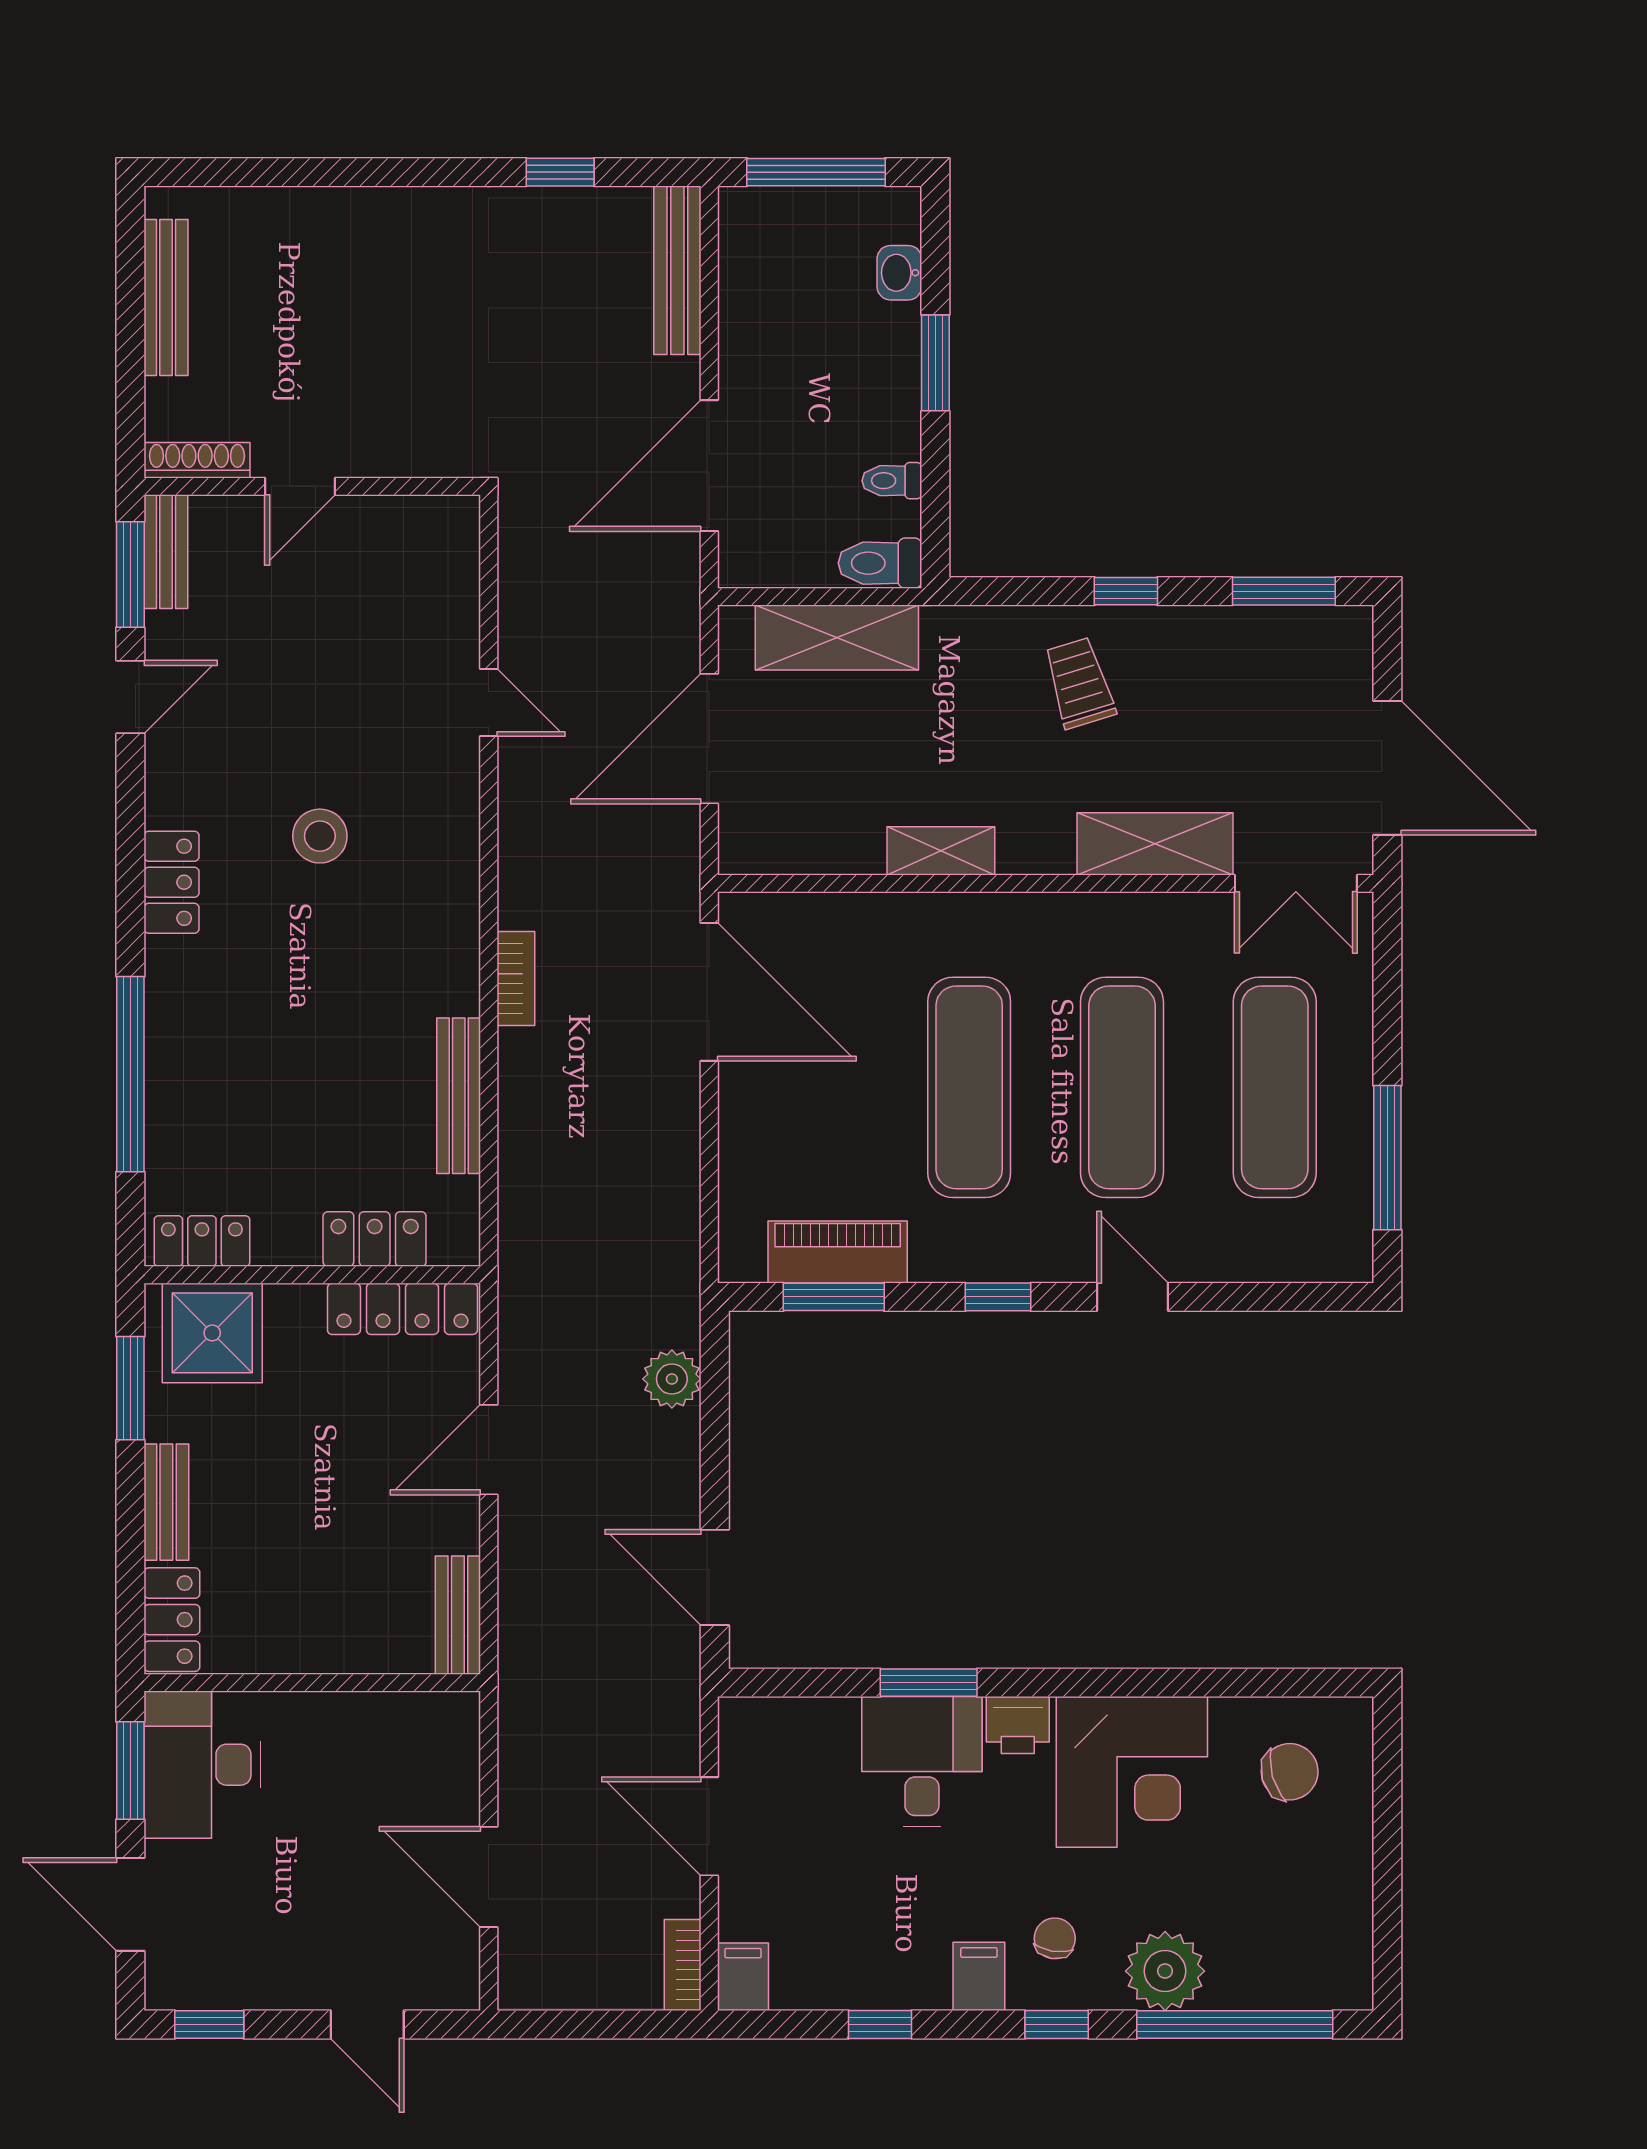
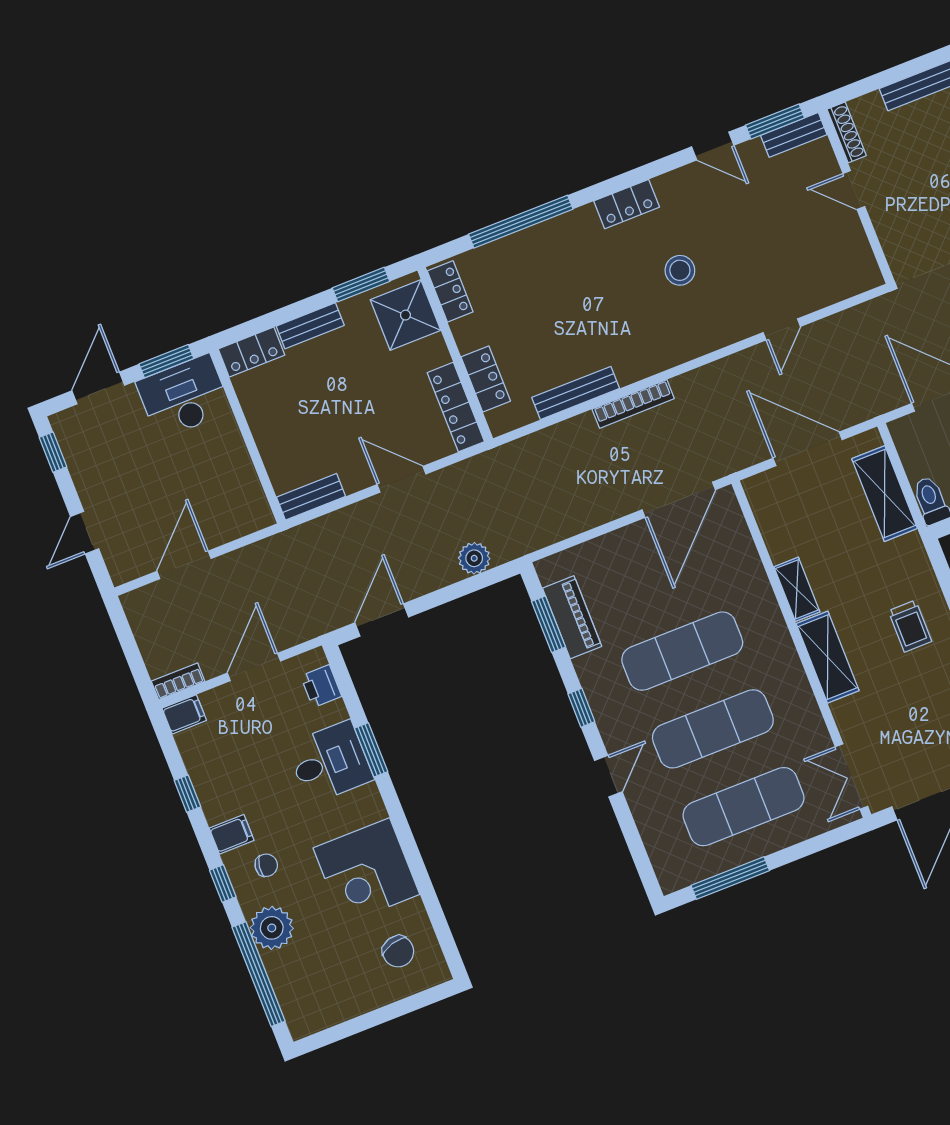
trolley: (1079, 683) -> (910, 626), turned 107
shelving: (1155, 844) -> (828, 657), moved
bookcase: (516, 979) -> (633, 404), width x1.56
printer: (1018, 1725) -> (321, 686), moved

